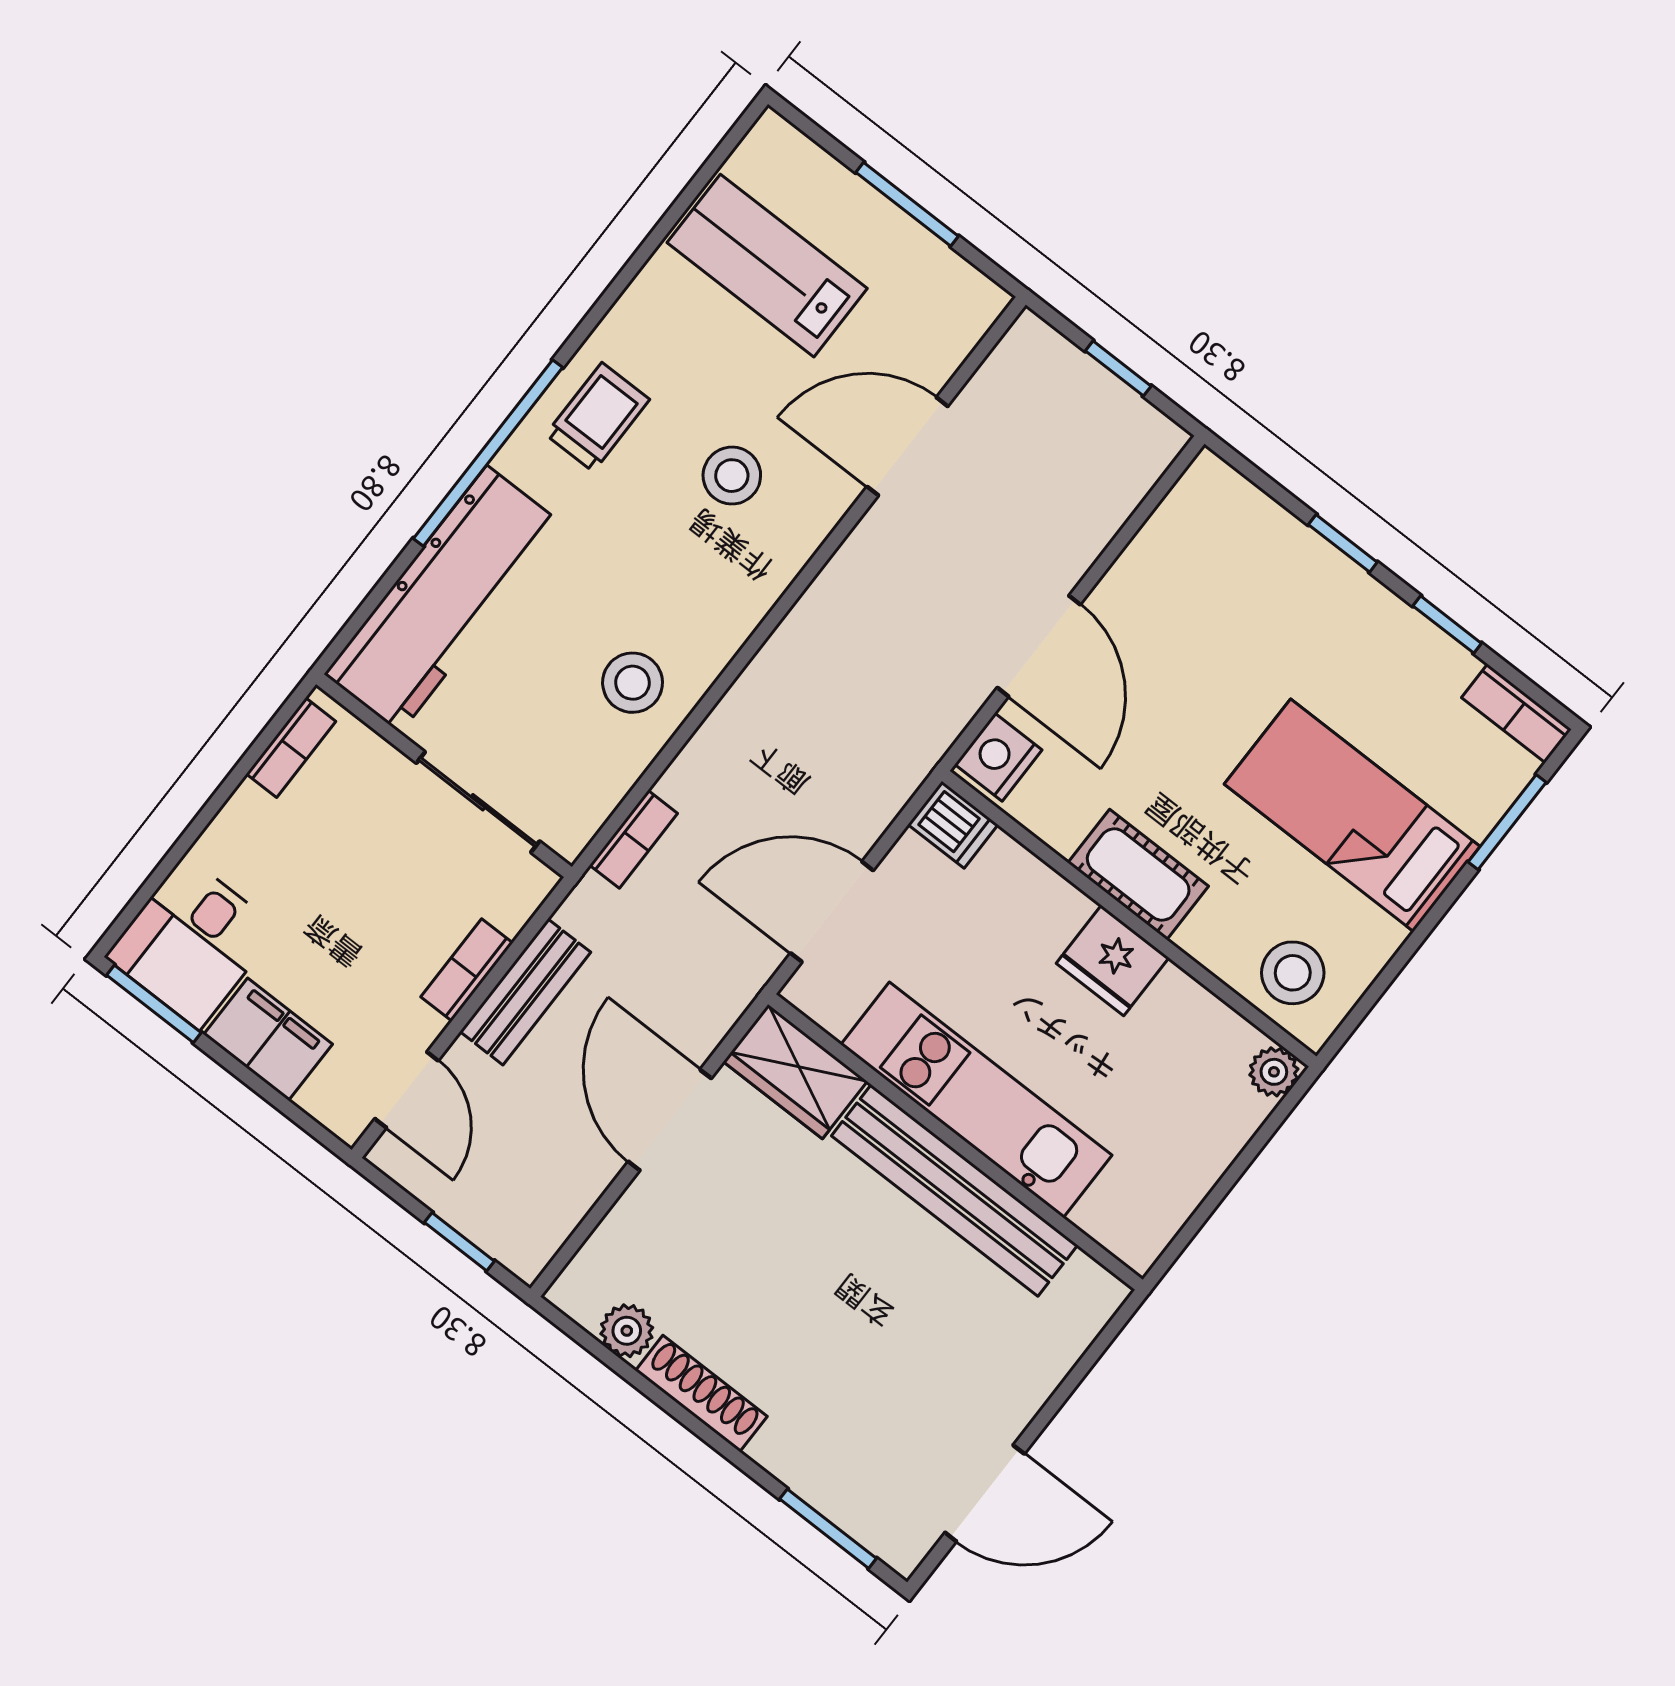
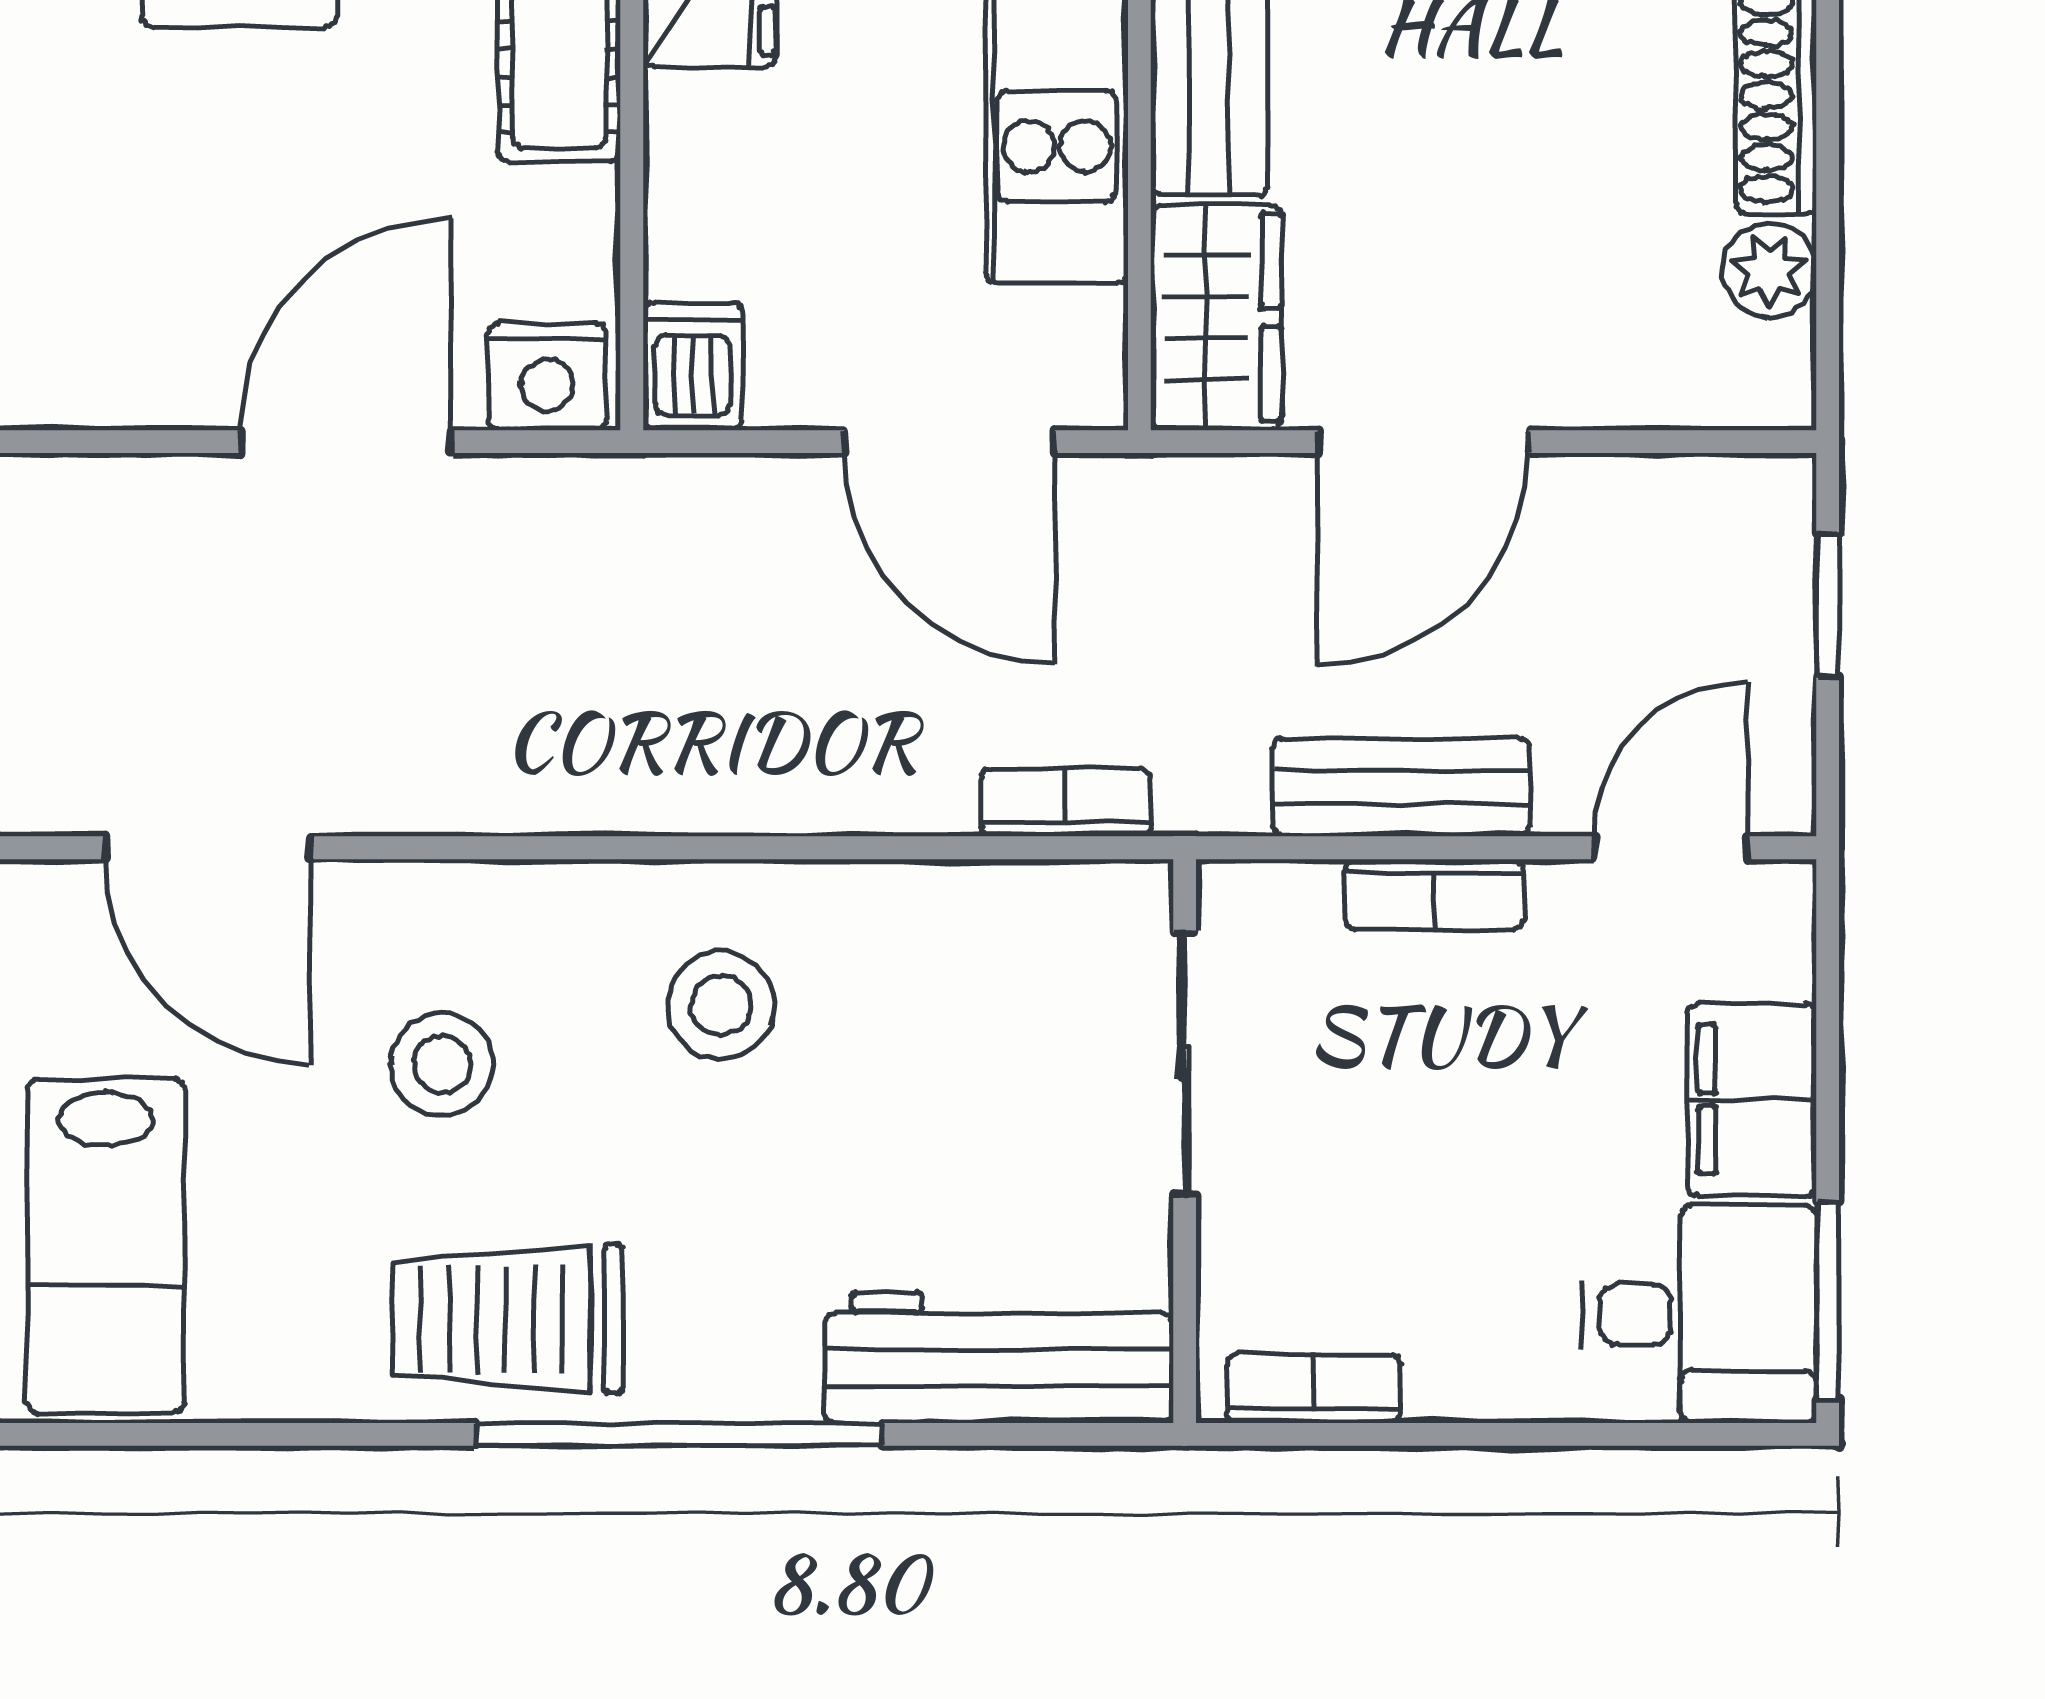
trolley: (598, 417) -> (507, 1319), width x1.36, depth x1.39
workbench: (443, 599) -> (999, 1358), width x0.73, depth x0.76
stool: (633, 683) -> (721, 1005), moved

